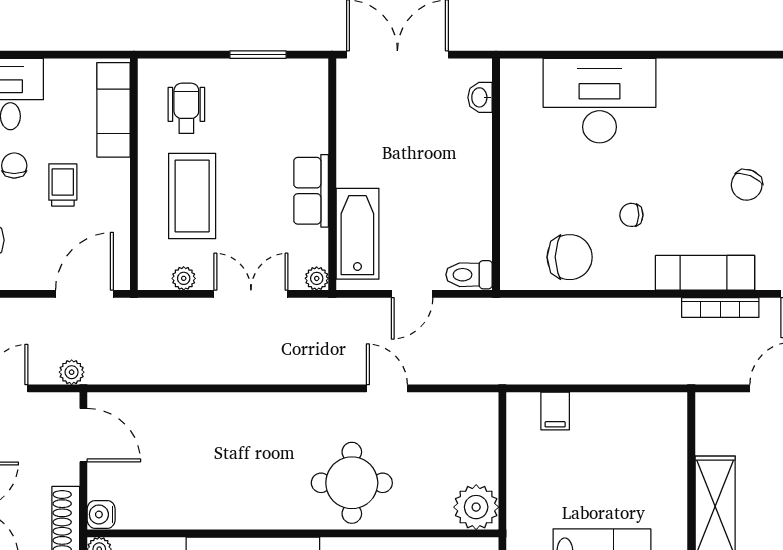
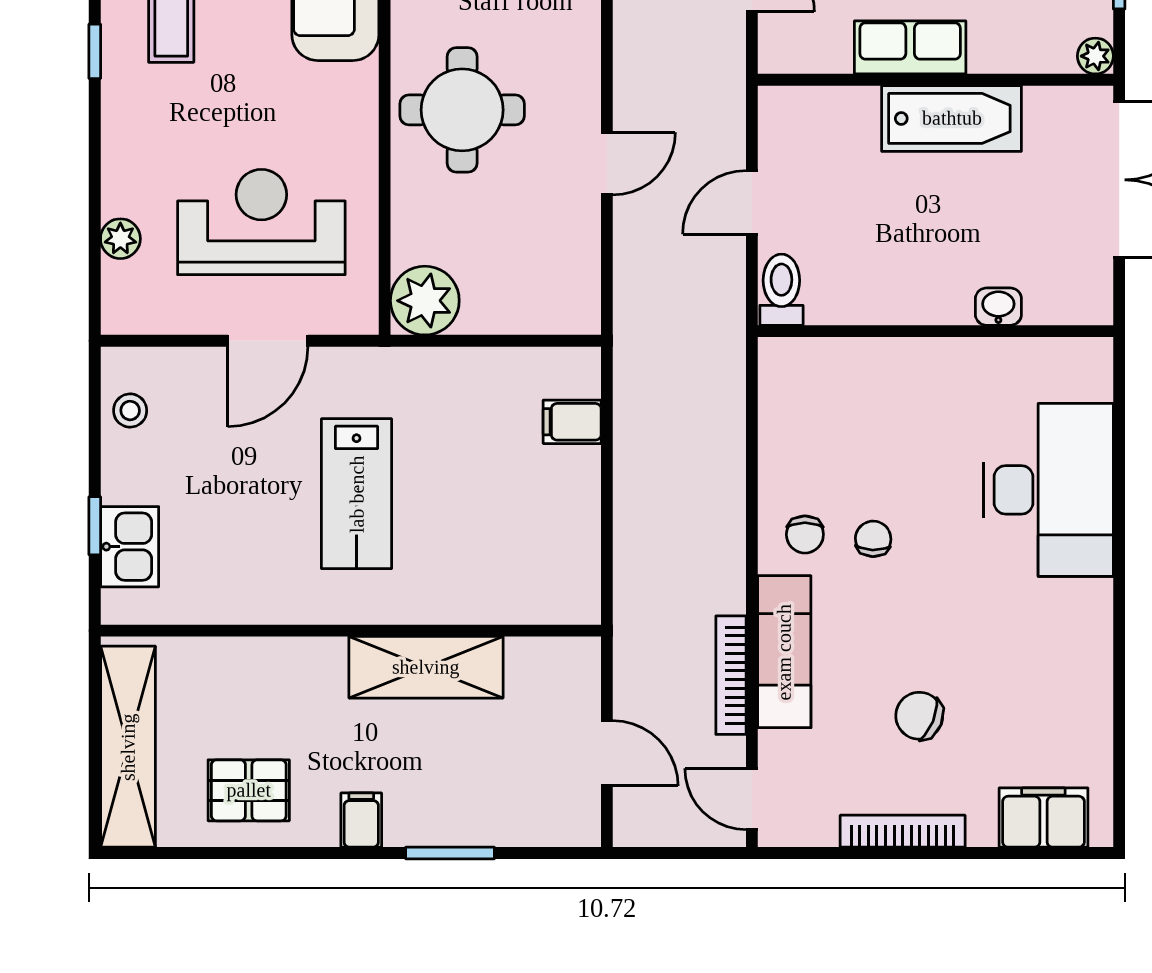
washbasin: (480, 97) -> (998, 307), moved
bathtub: (357, 234) -> (952, 118), moved
chair: (570, 257) -> (805, 534), moved, width x0.54, depth x0.54
plant: (317, 278) -> (1095, 56), moved
door: (412, 294) -> (752, 202), hinge flipped

